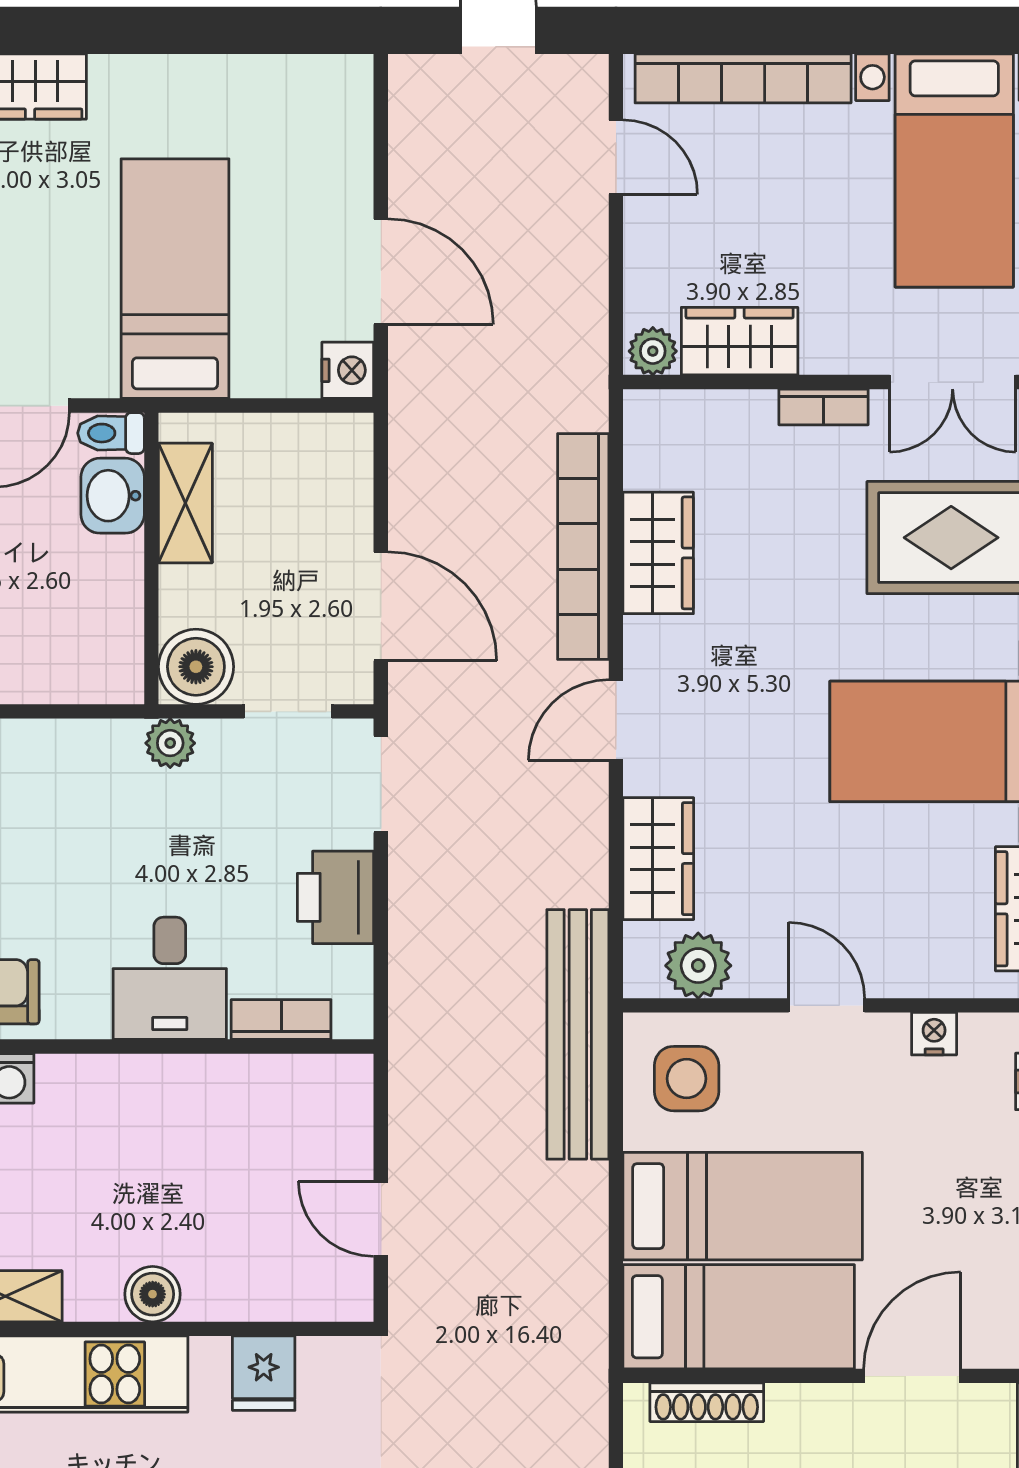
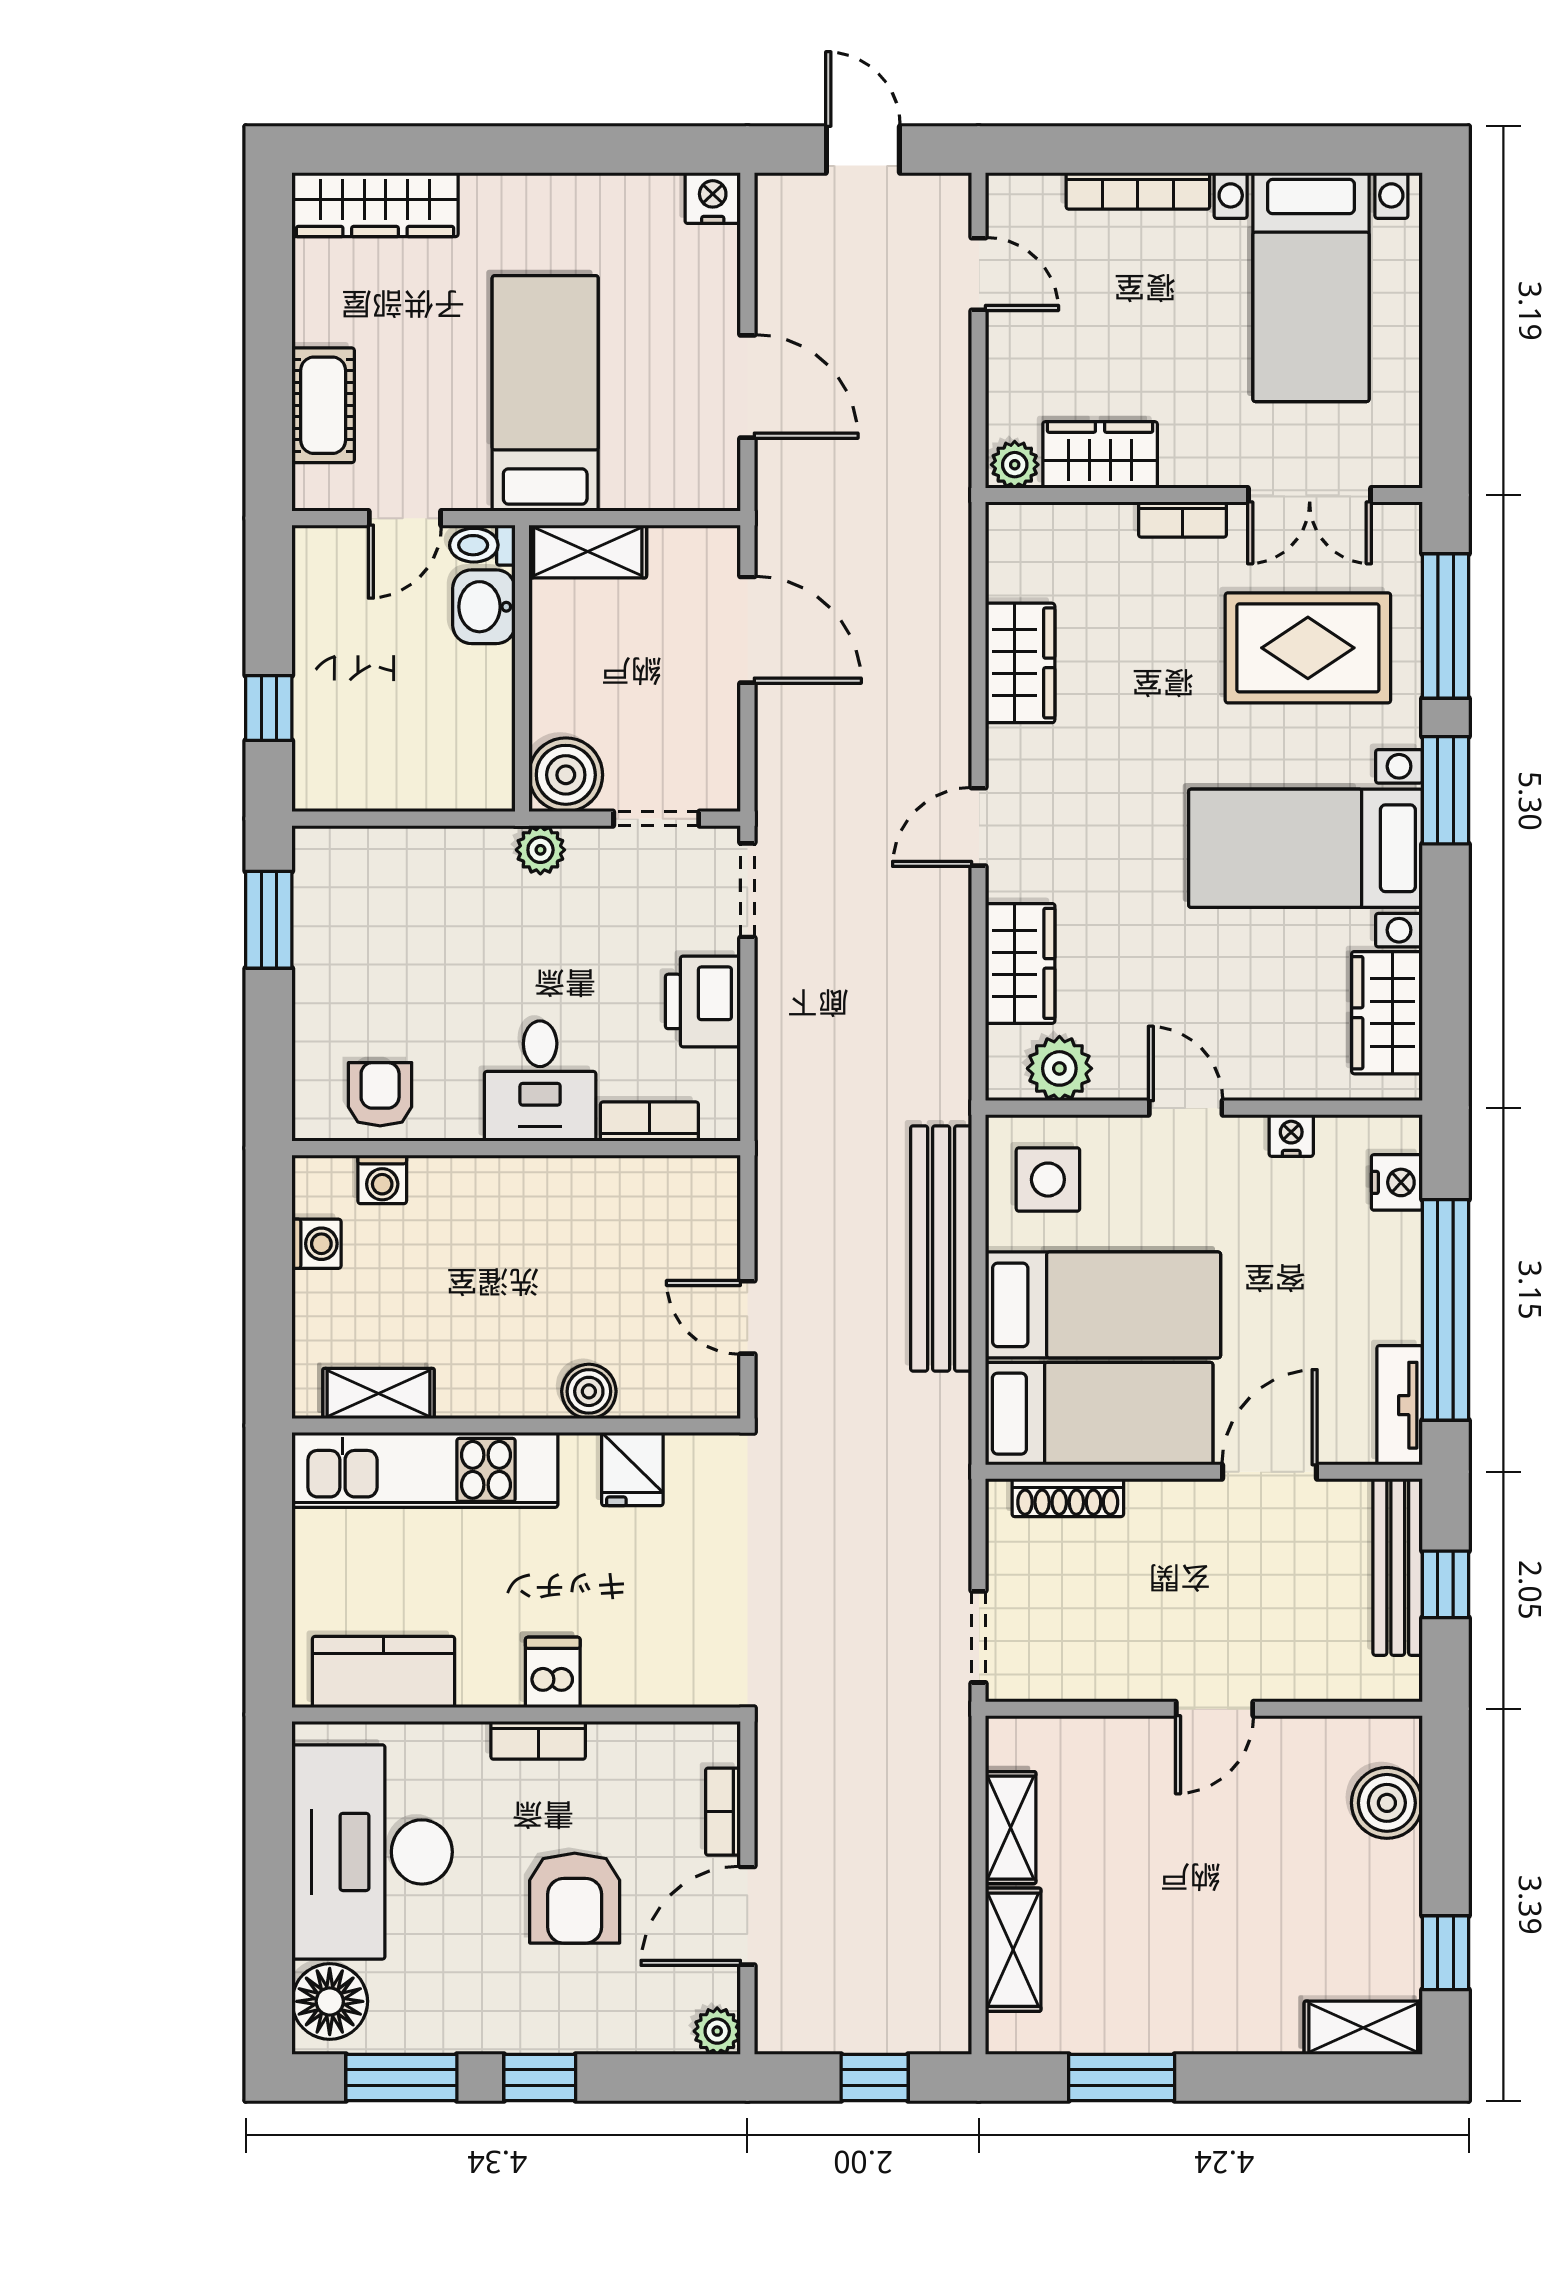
bookcase: (743, 78) -> (1138, 191), width x0.68, depth x0.76
nightstand: (348, 370) -> (713, 198), moved, turned -90
shelving: (185, 503) -> (588, 552), moved, turned 90
bookcase: (583, 546) -> (946, 657), removed
door: (381, 606) -> (747, 630), moved
bench: (578, 1034) -> (941, 1248), moved
boiler: (153, 1294) -> (589, 1391), moved

